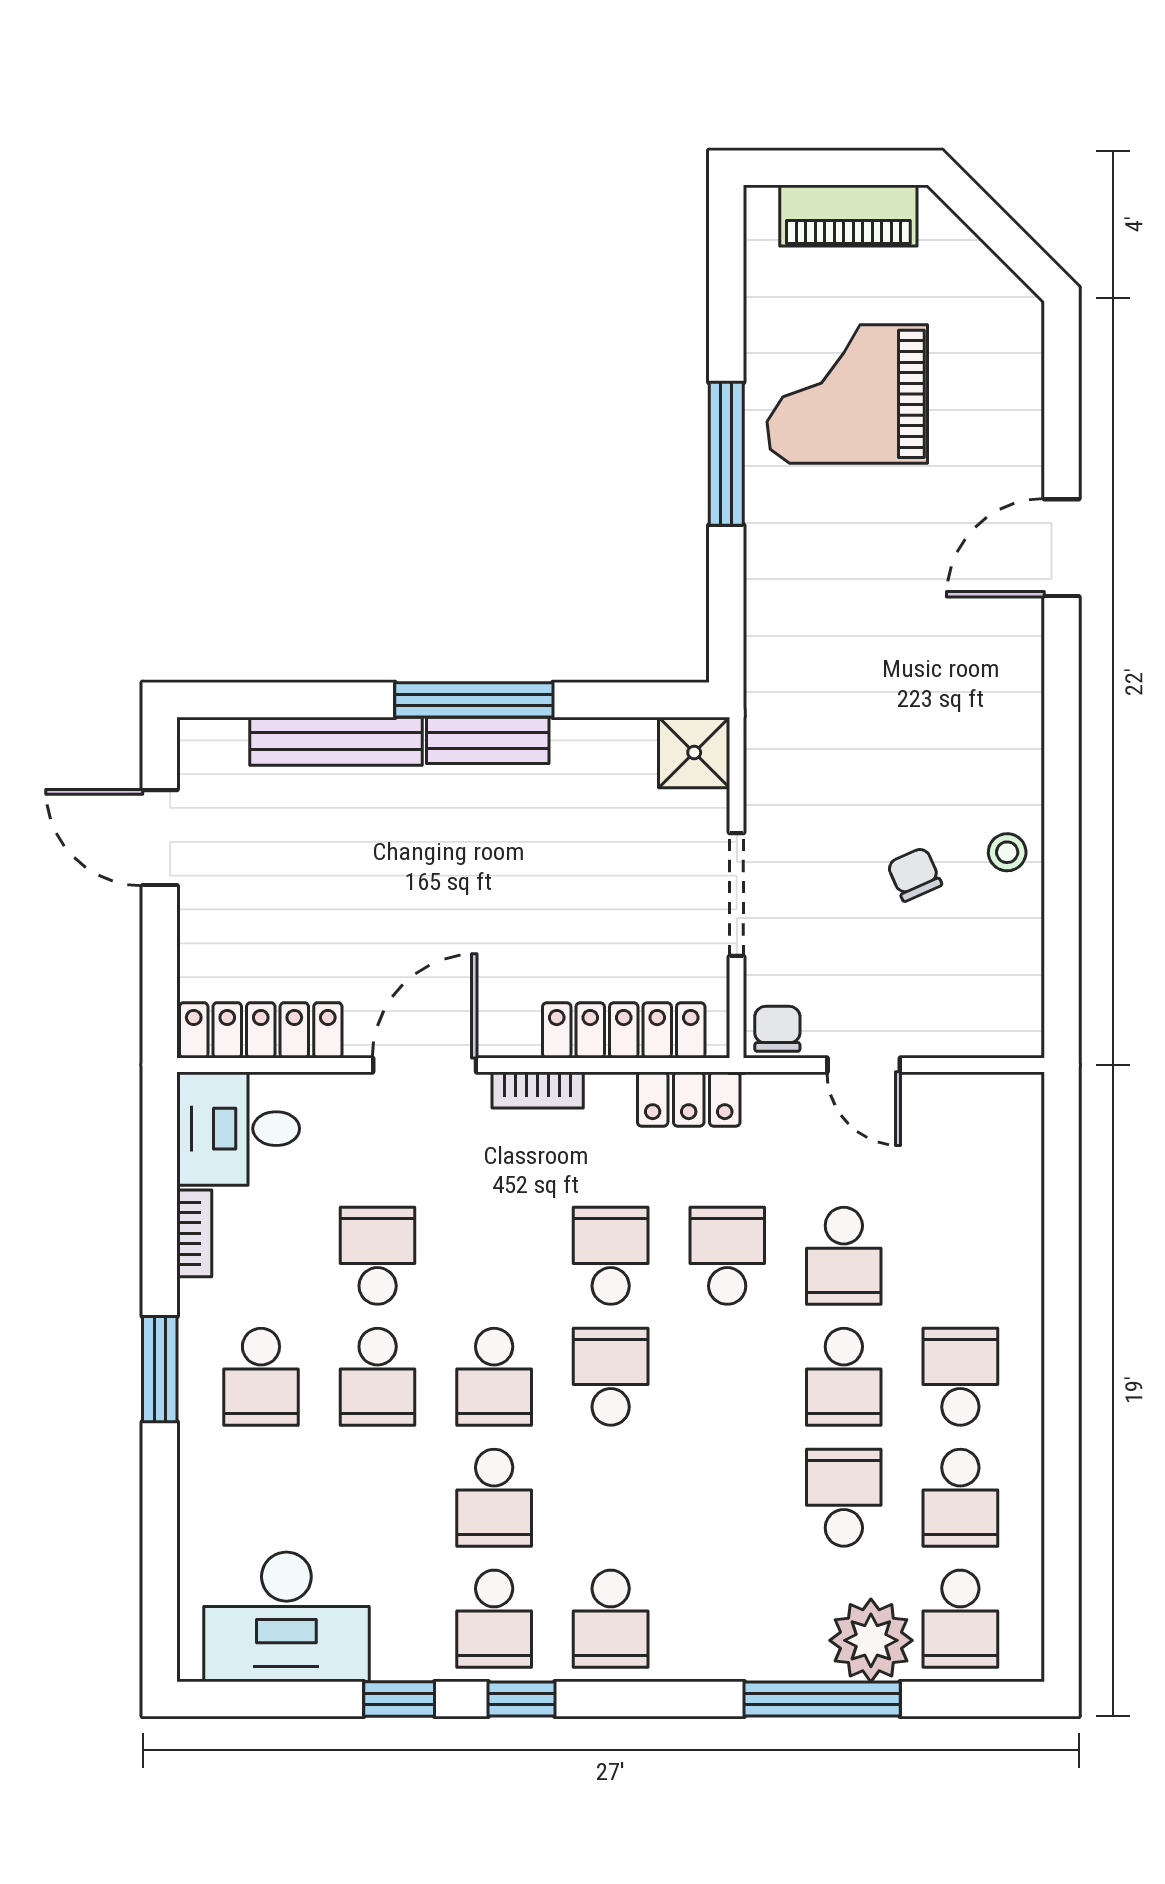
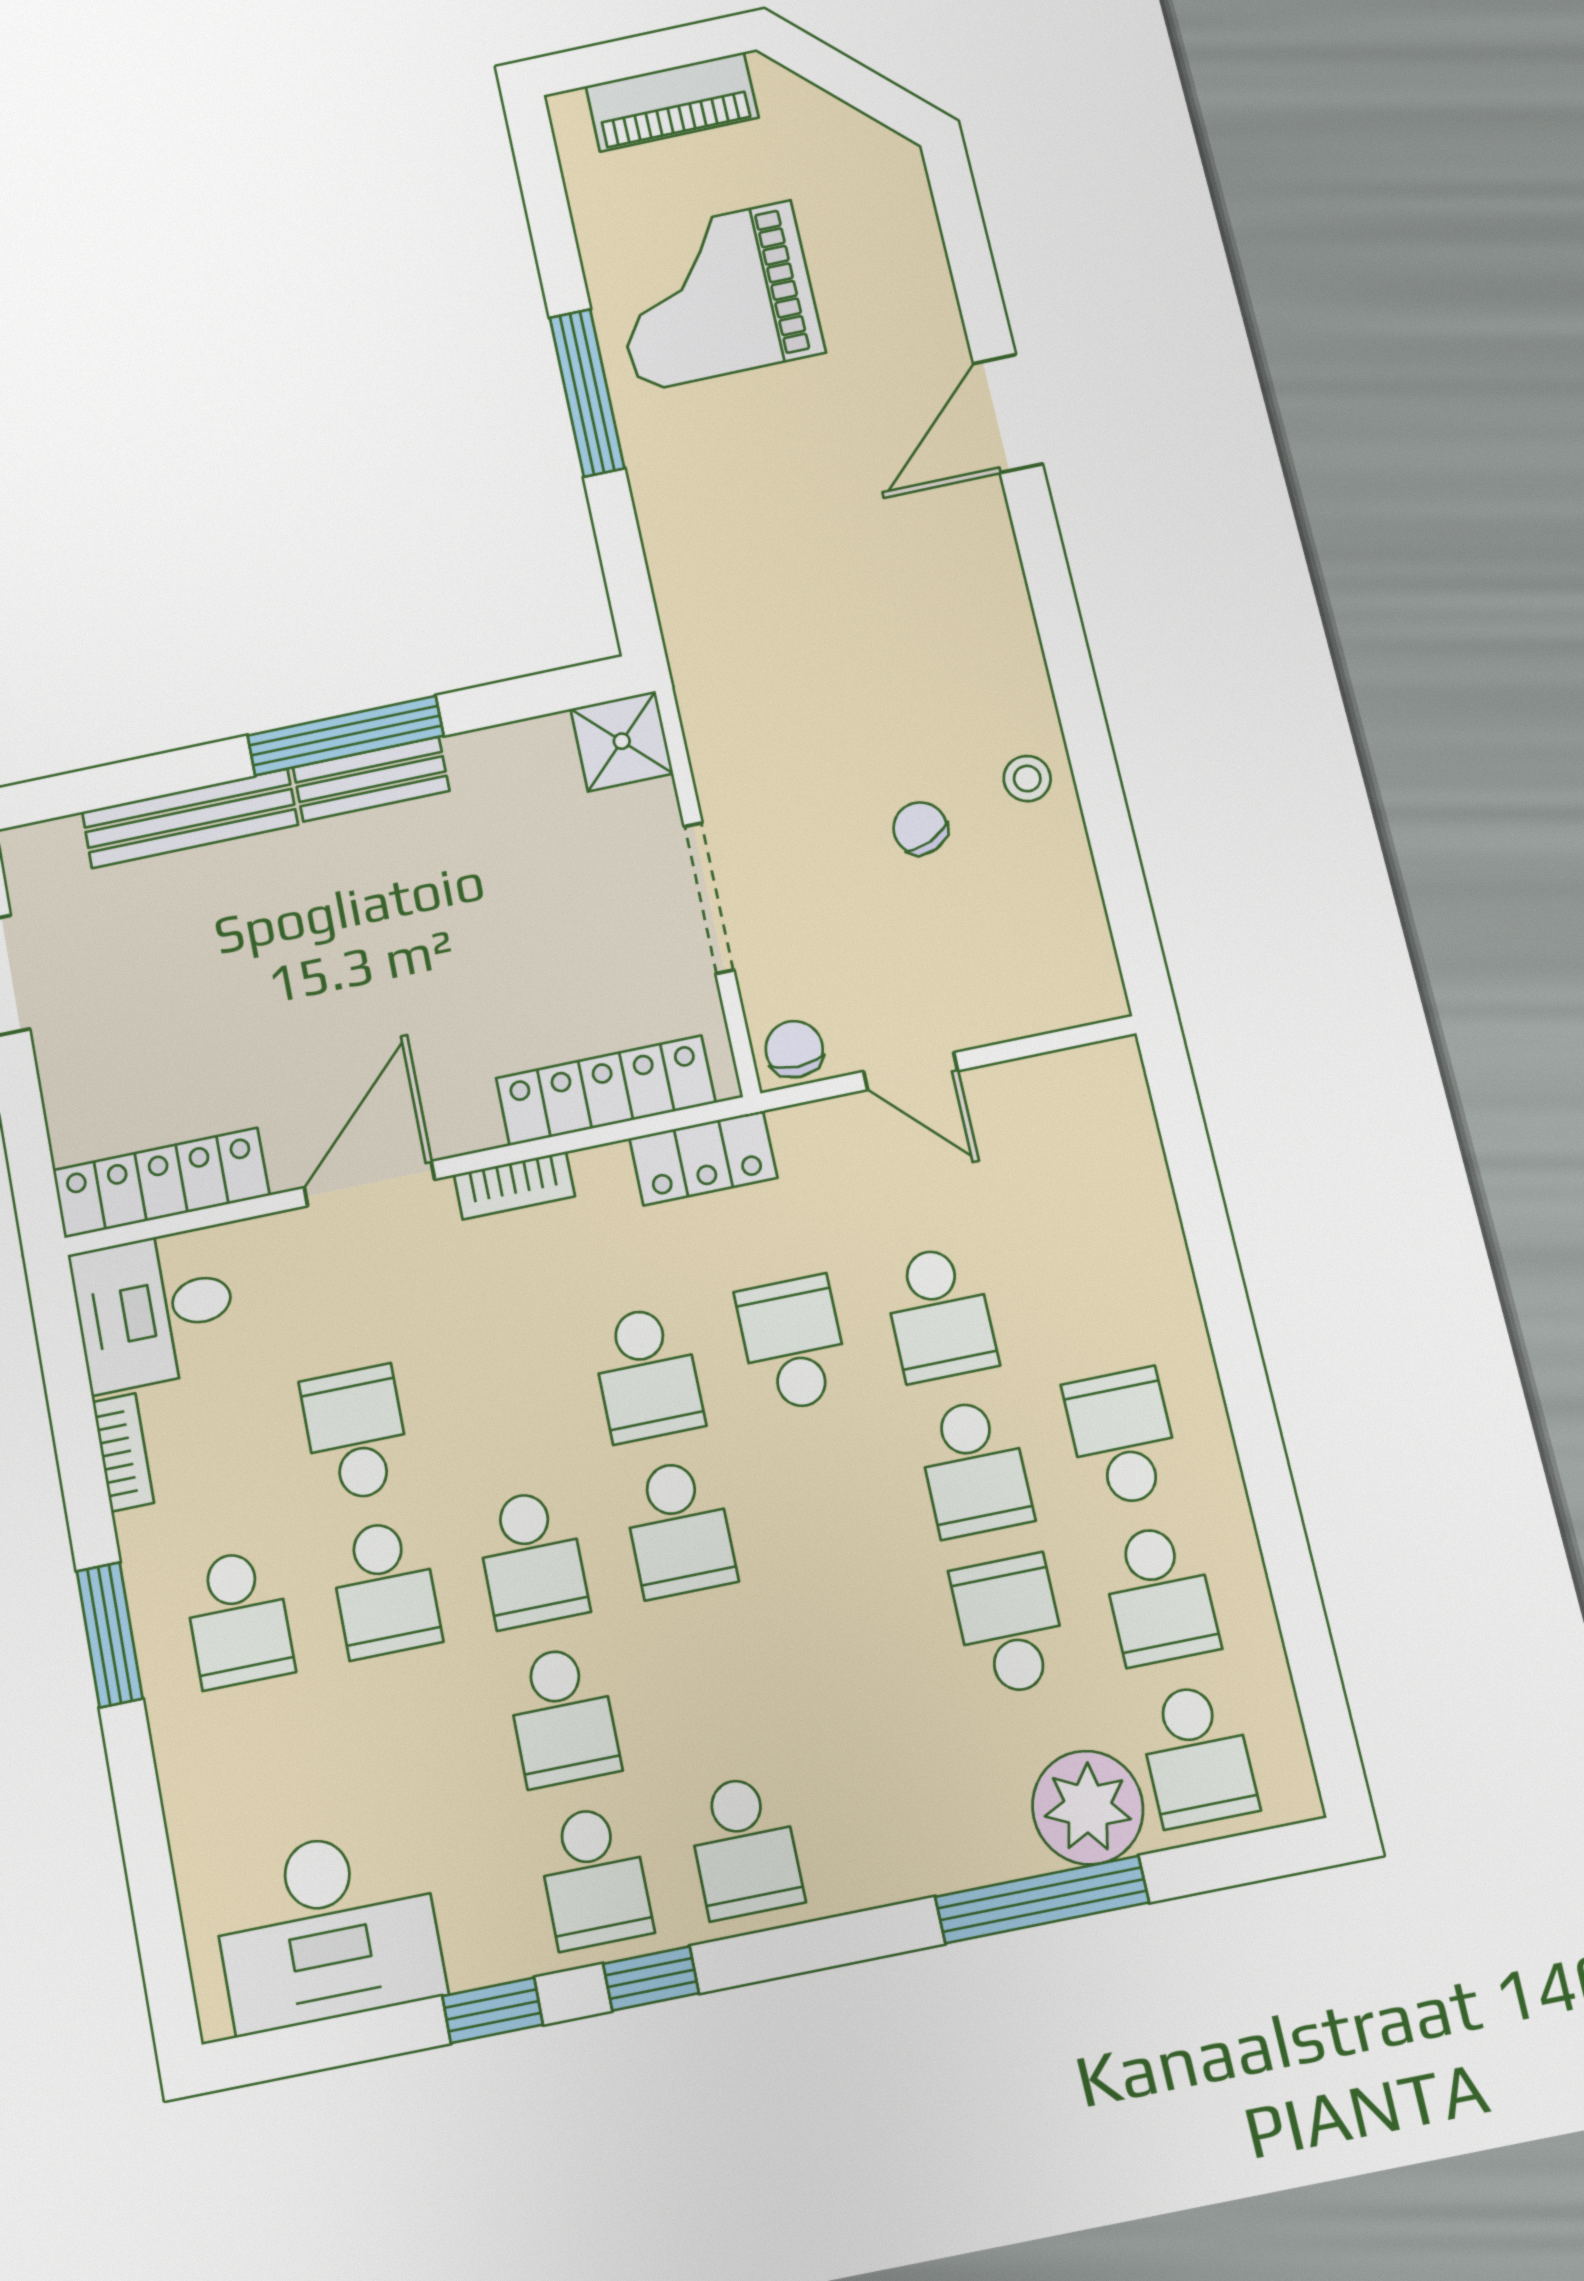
school desk: (611, 1256) -> (647, 1374), turned 180
school desk: (611, 1377) -> (679, 1528), turned 180

